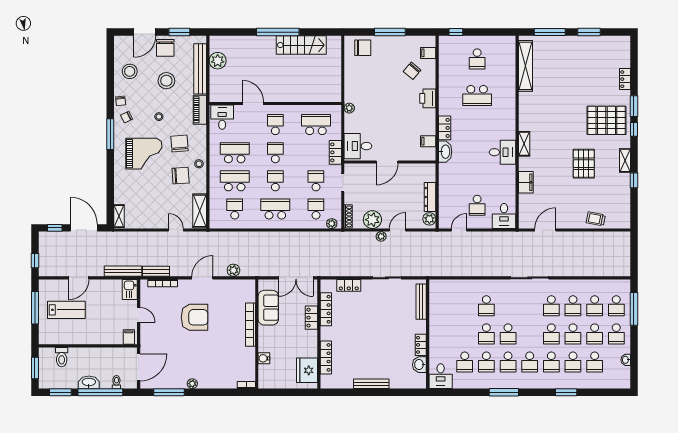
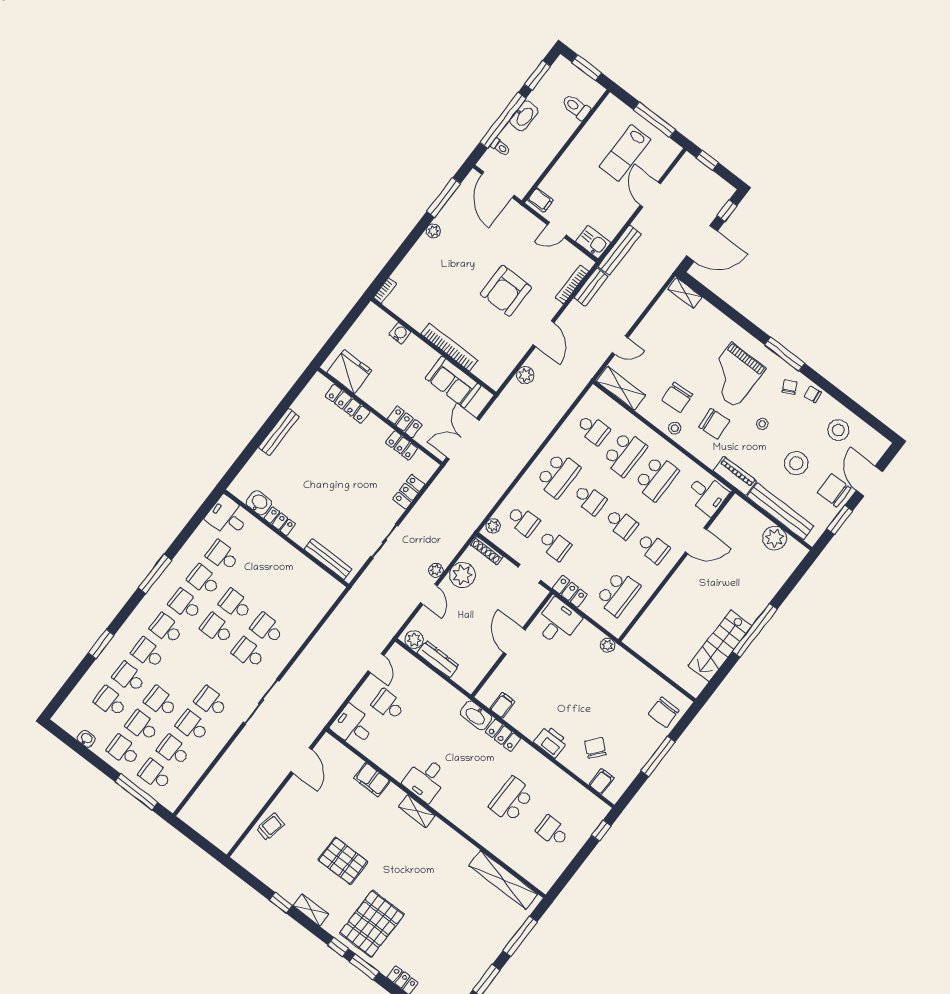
locker: (326, 309) -> (402, 445), width x0.66
school desk: (551, 334) -> (248, 653), moved

